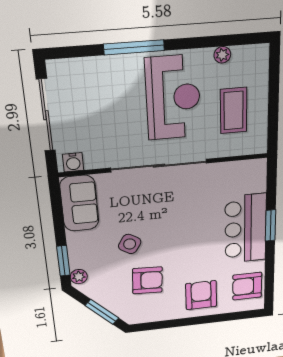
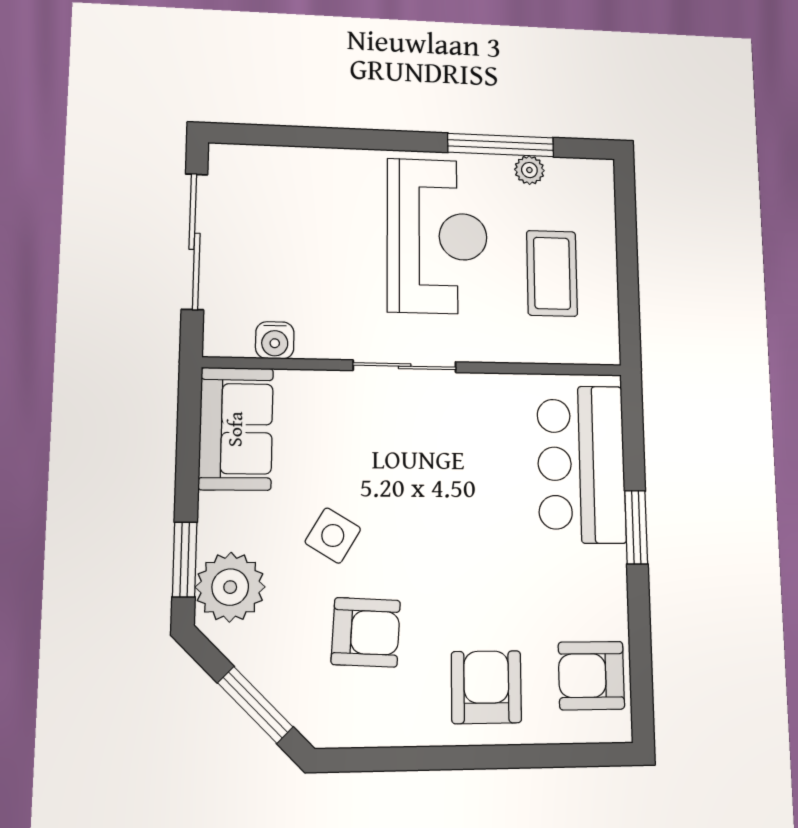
window: (134, 47) -> (501, 145), moved
water cooler: (73, 162) -> (275, 340), moved
sliding door: (159, 166) -> (405, 366), width x0.54
bar counter: (246, 229) -> (581, 464), moved
plant: (79, 277) -> (230, 587), width x1.88, depth x1.88

